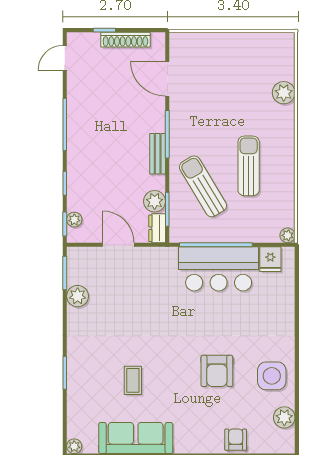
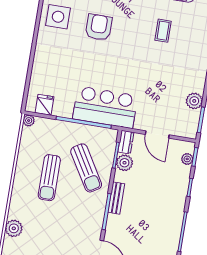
bar counter: (219, 269) -> (105, 107), moved

